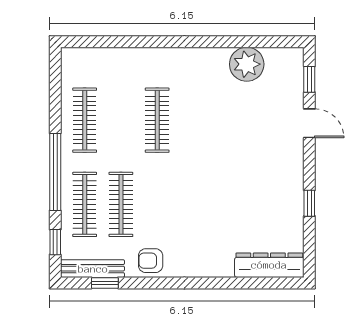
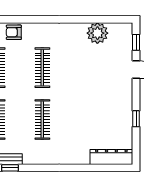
clothes rail: (121, 204) -> (42, 119), moved
armchair: (151, 261) -> (14, 32), moved

